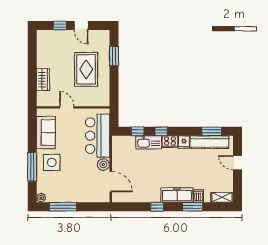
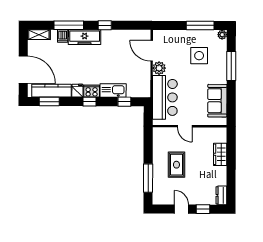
dresser: (42, 39) -> (221, 195), added
window: (114, 56) -> (148, 178), width x1.44
rug: (86, 69) -> (176, 165), width x0.73, depth x0.70
door: (67, 107) -> (185, 126), moved
window: (161, 131) -> (89, 102), moved
side table: (52, 163) -> (199, 56), moved
door: (237, 163) -> (23, 70), width x1.87
window: (193, 207) -> (69, 25), width x1.44

